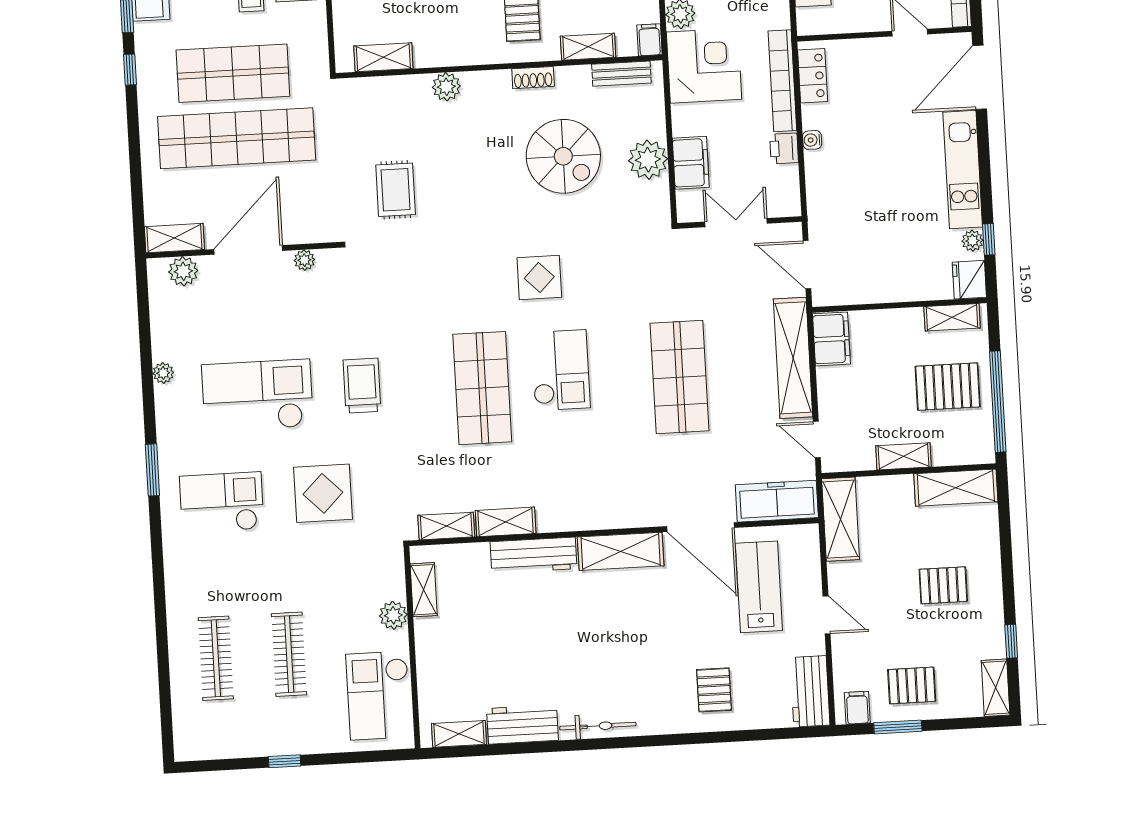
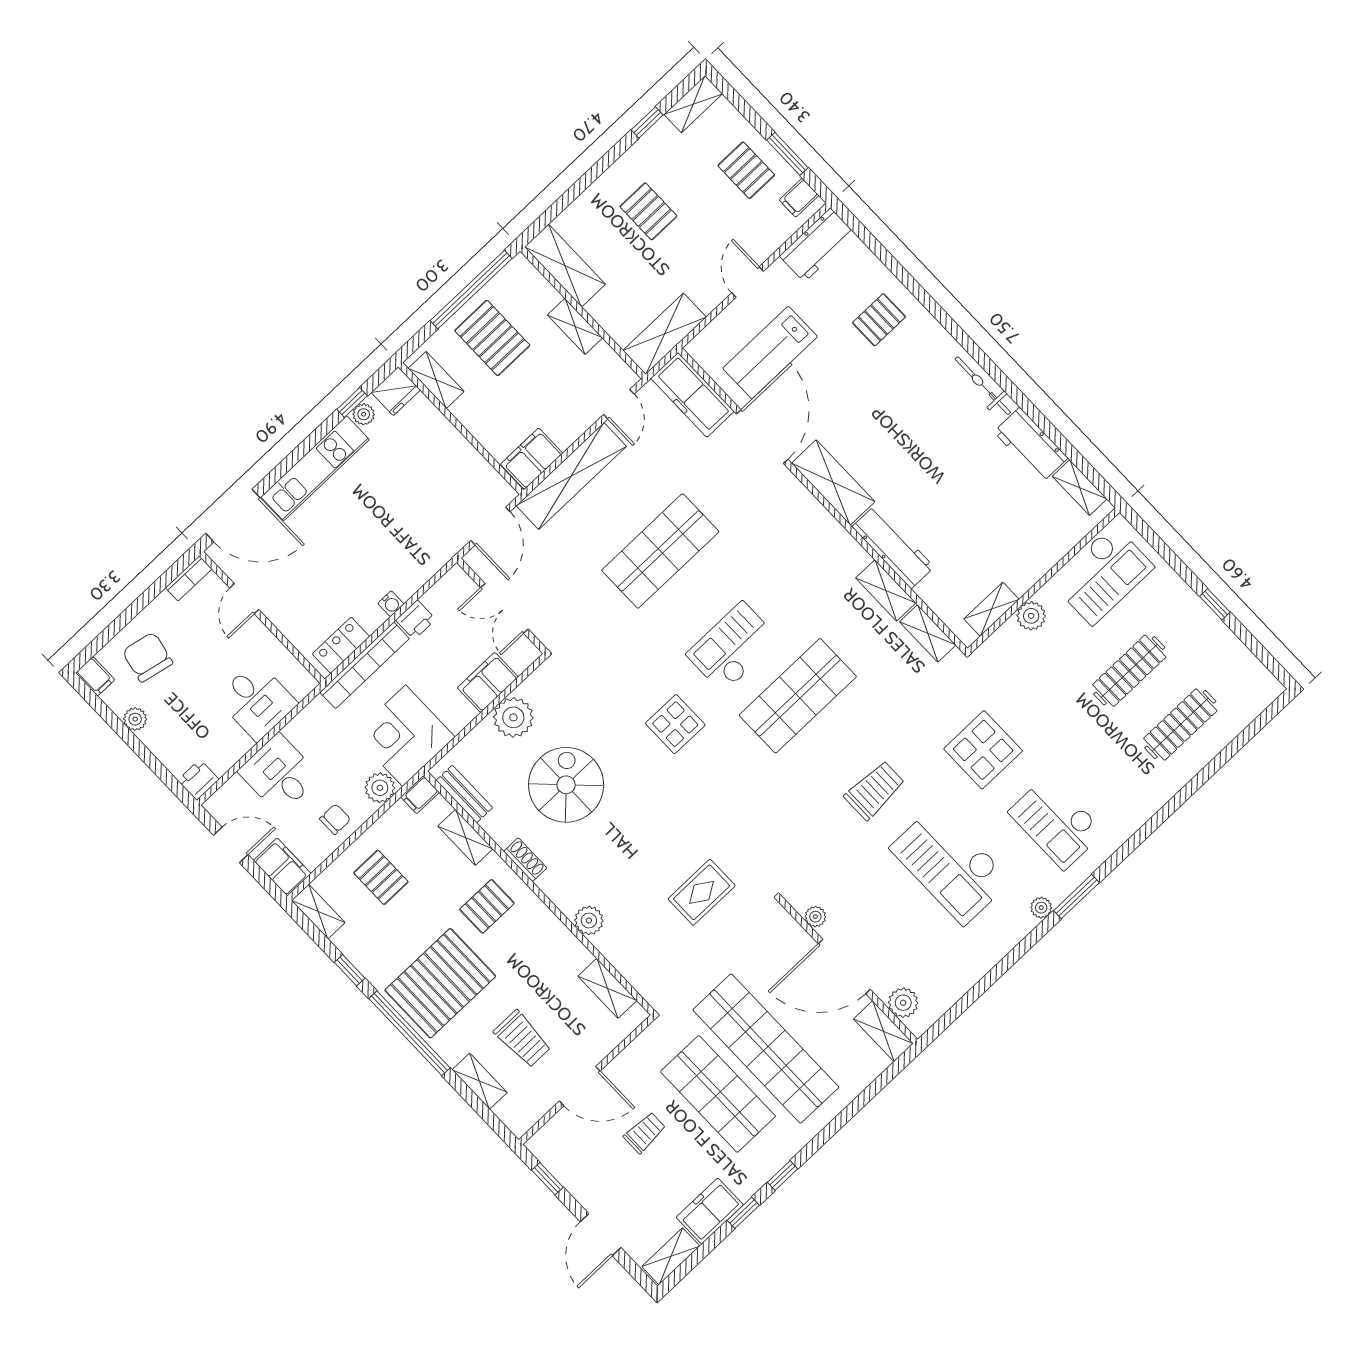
plant: (163, 373) -> (1041, 908), moved
trolley: (362, 386) -> (875, 790), turned 180

